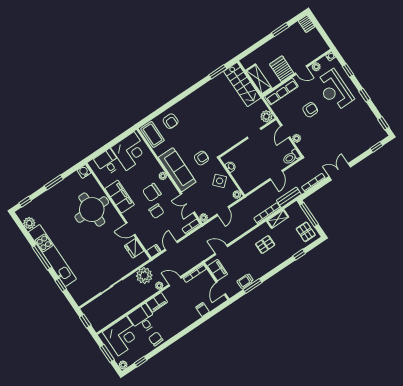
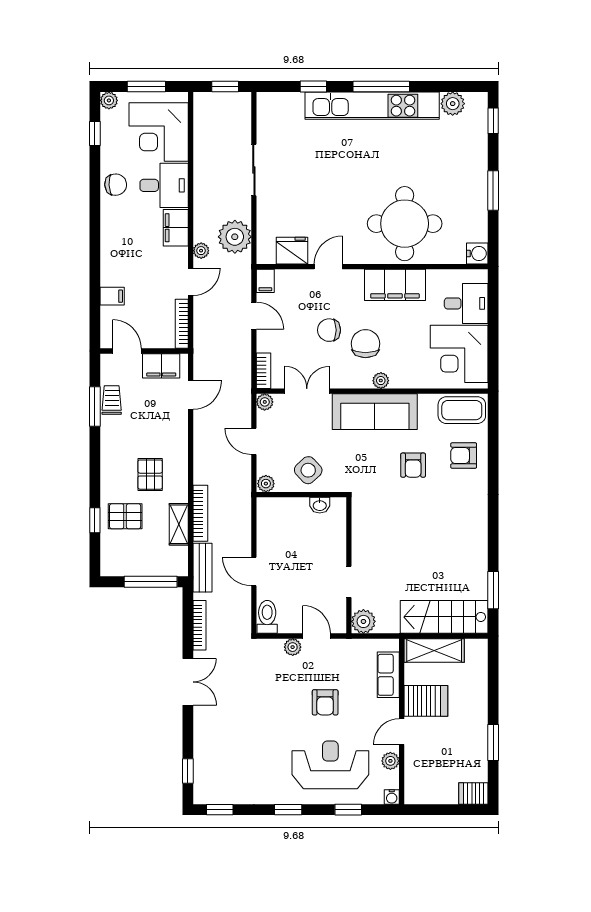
row of seats: (281, 91) -> (388, 675), width x0.68
armchair: (201, 158) -> (413, 465), moved
pallet: (306, 232) -> (125, 516), moved

